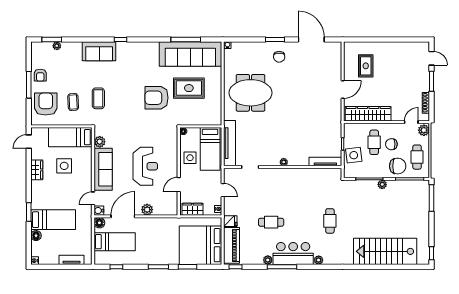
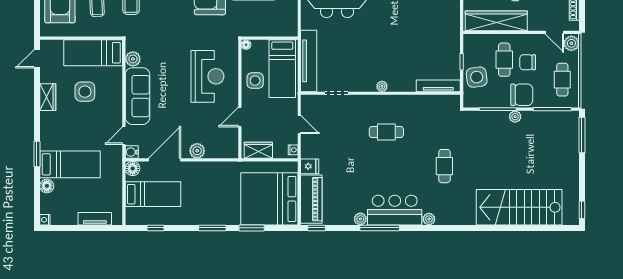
door: (411, 122) -> (554, 32), swing flipped
reception desk: (145, 166) -> (207, 76), moved
chair: (398, 166) -> (522, 95), moved
cafe table: (271, 222) -> (386, 132), moved

